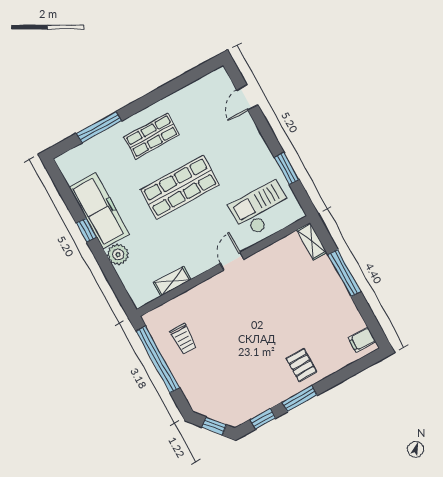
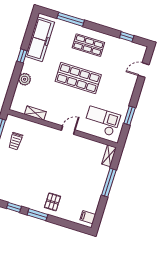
window: (186, 79) -> (127, 37), added
freezer: (99, 211) -> (40, 39), moved

